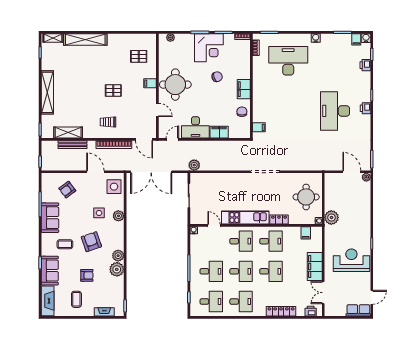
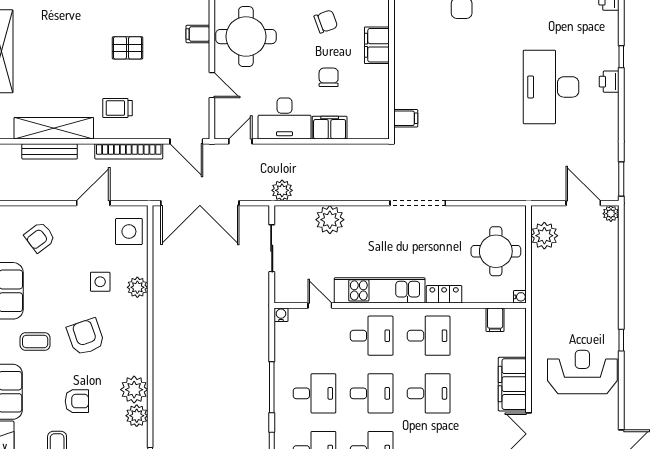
chair: (242, 112) -> (329, 77), moved
shelving: (68, 133) -> (54, 128), width x1.47
door: (95, 172) -> (93, 203), hinge flipped
plant: (219, 180) -> (330, 220), added
plant: (331, 217) -> (544, 236), moved
plant: (118, 256) -> (137, 416), moved

